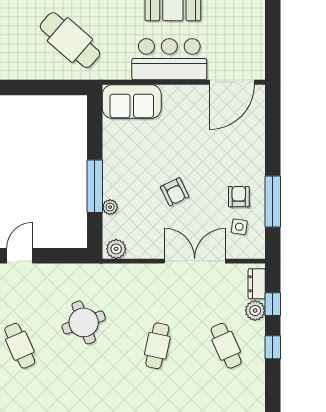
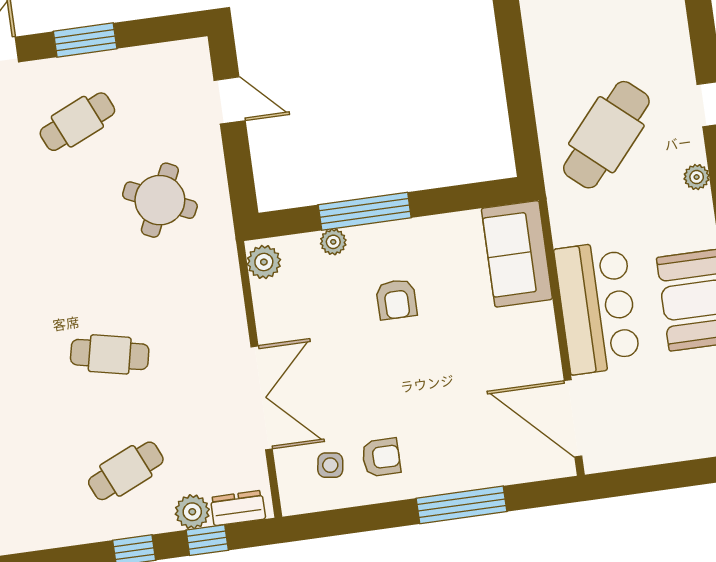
armchair: (175, 192) -> (396, 299), moved, turned -64
window: (273, 201) -> (462, 505), moved
round table: (84, 322) -> (160, 200), moved, turned 45

